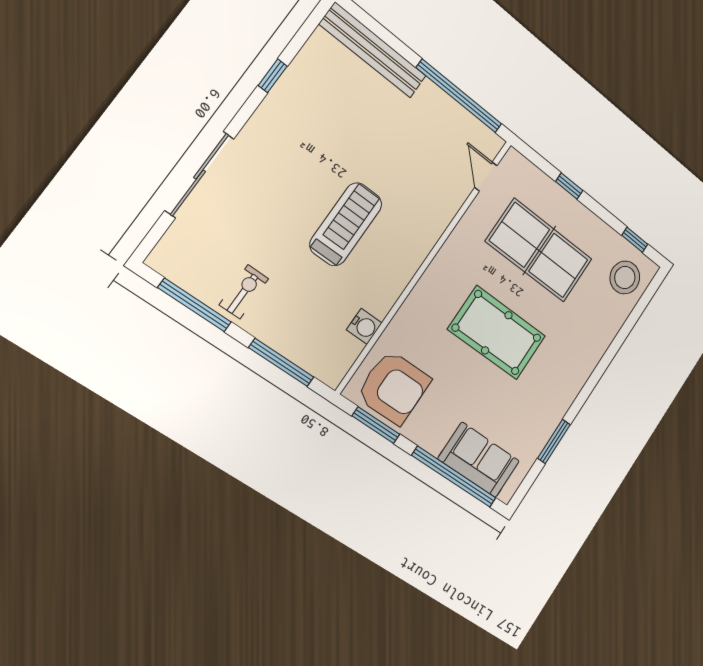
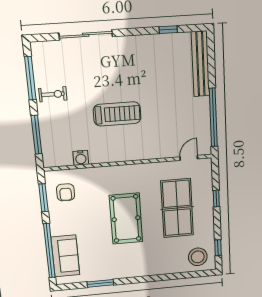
window: (273, 76) -> (168, 30), moved
armchair: (394, 387) -> (66, 192), width x0.53, depth x0.53

